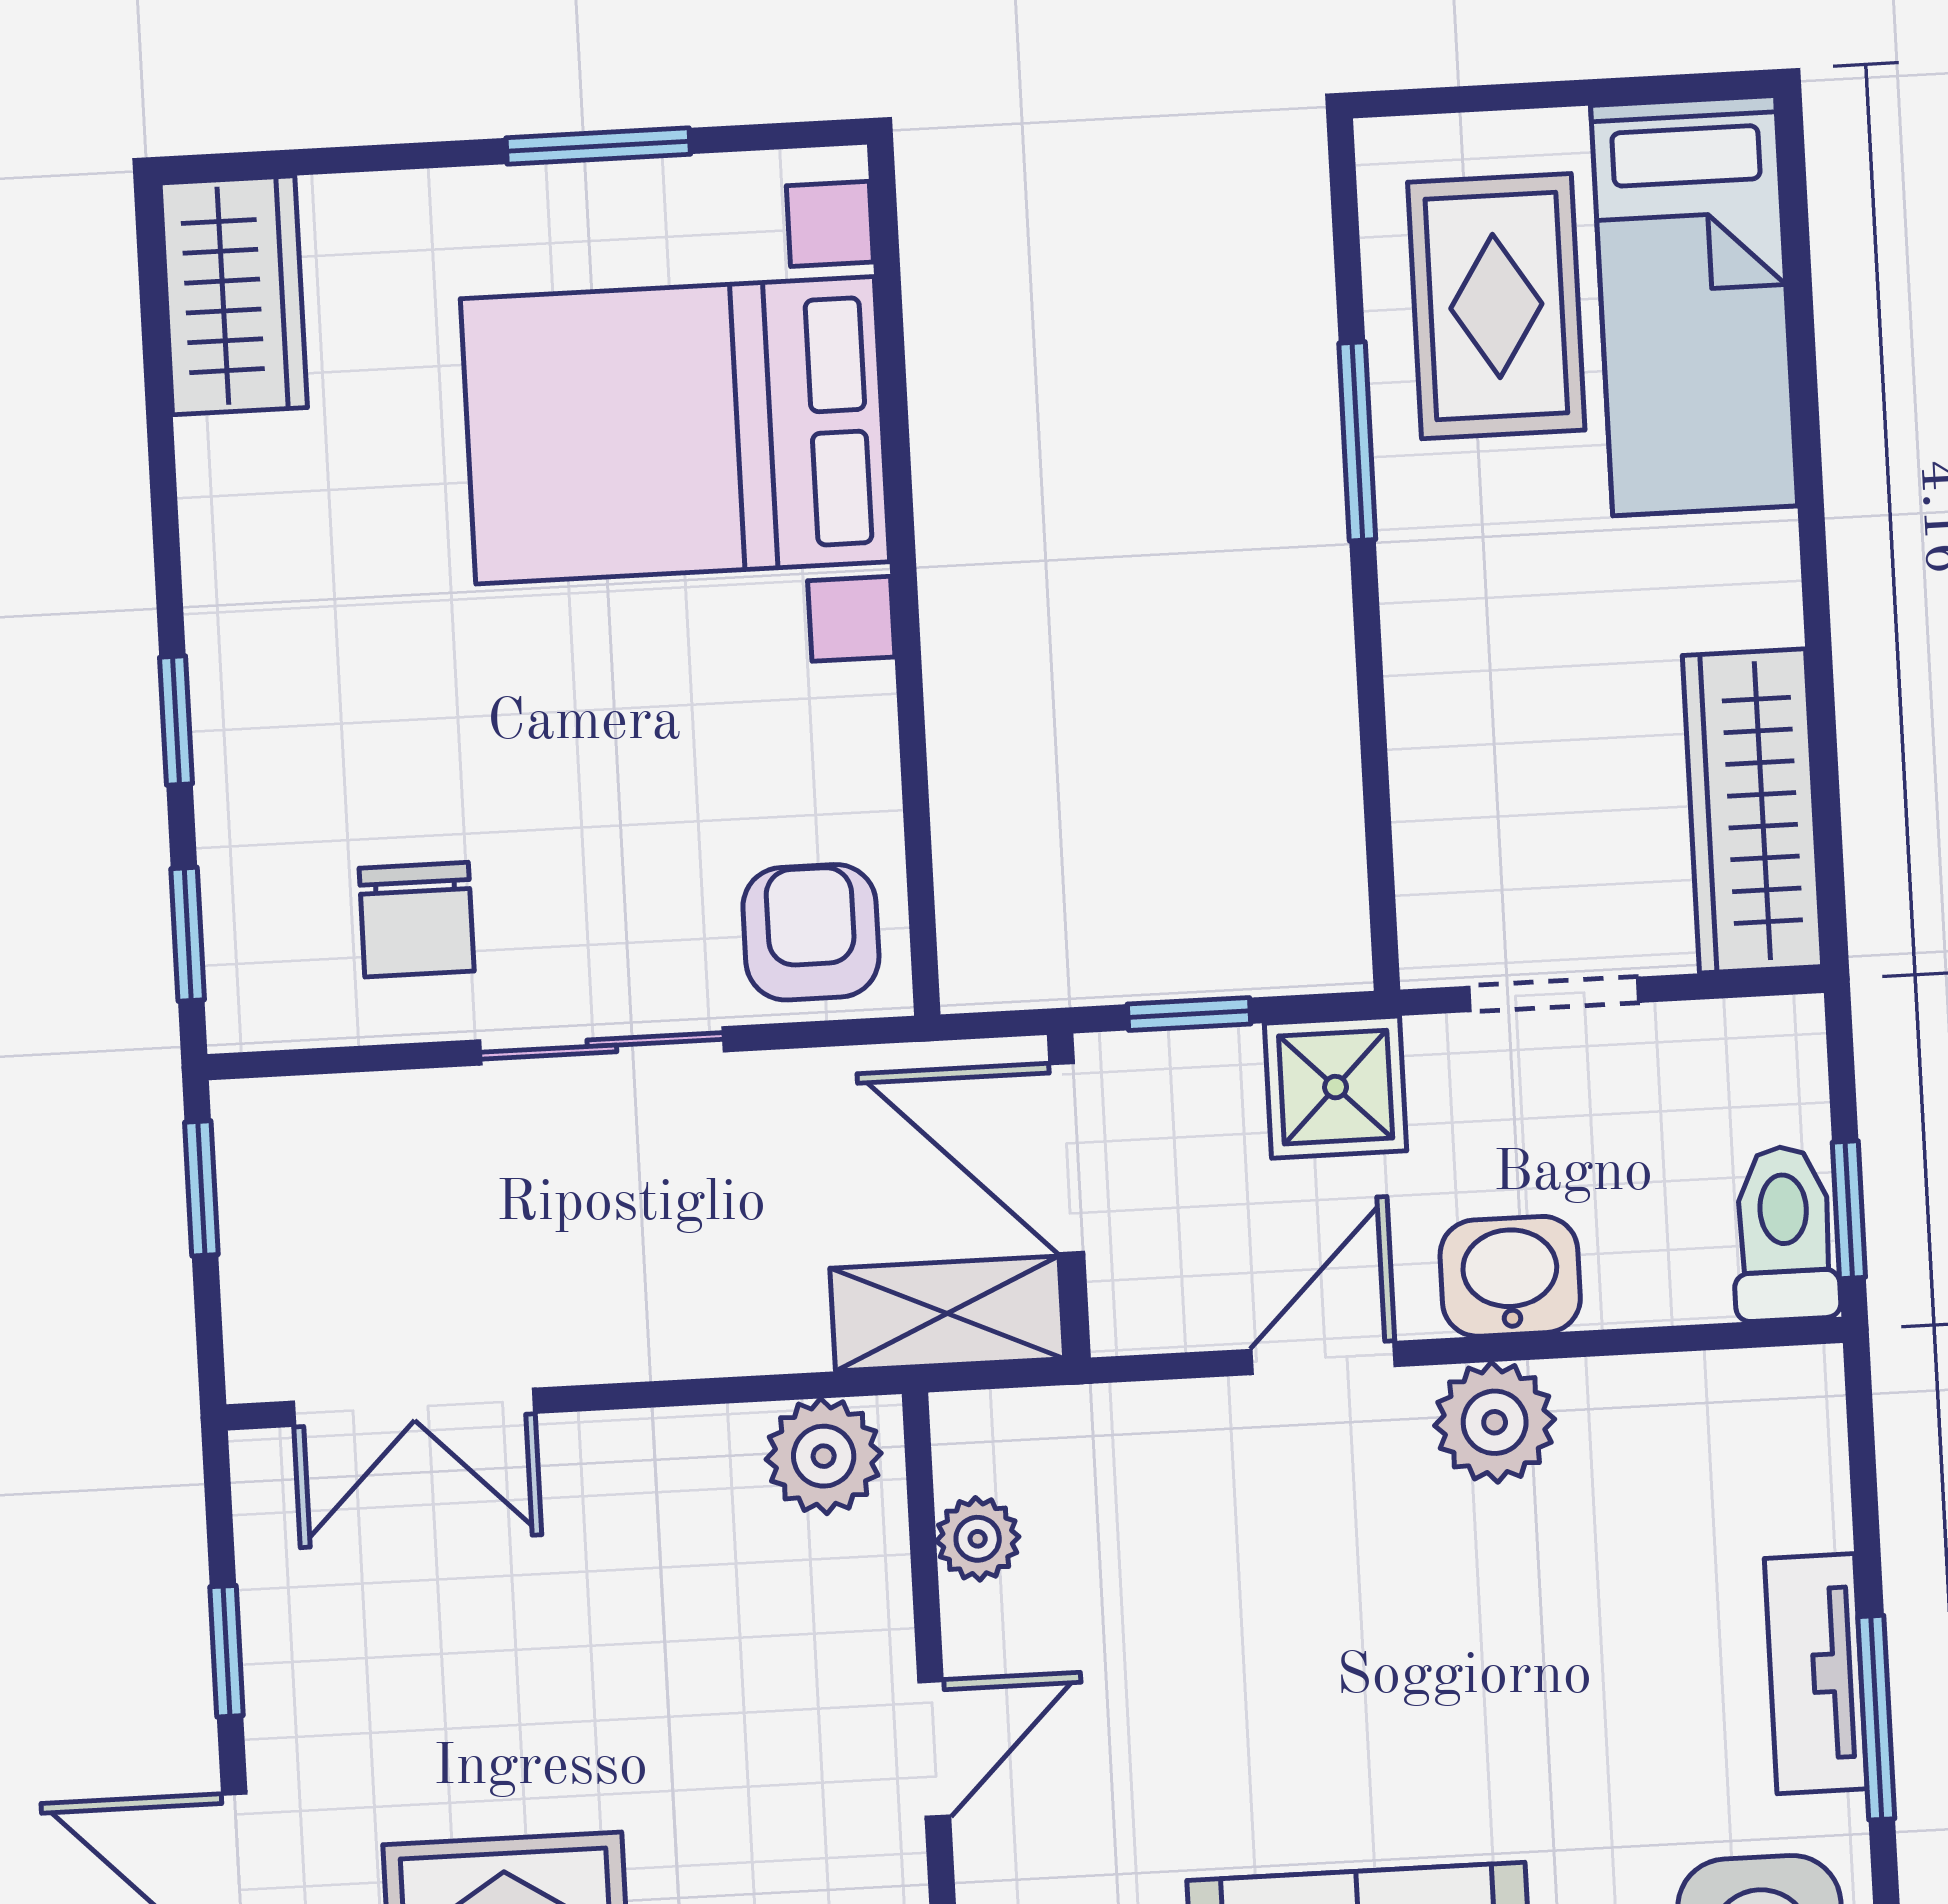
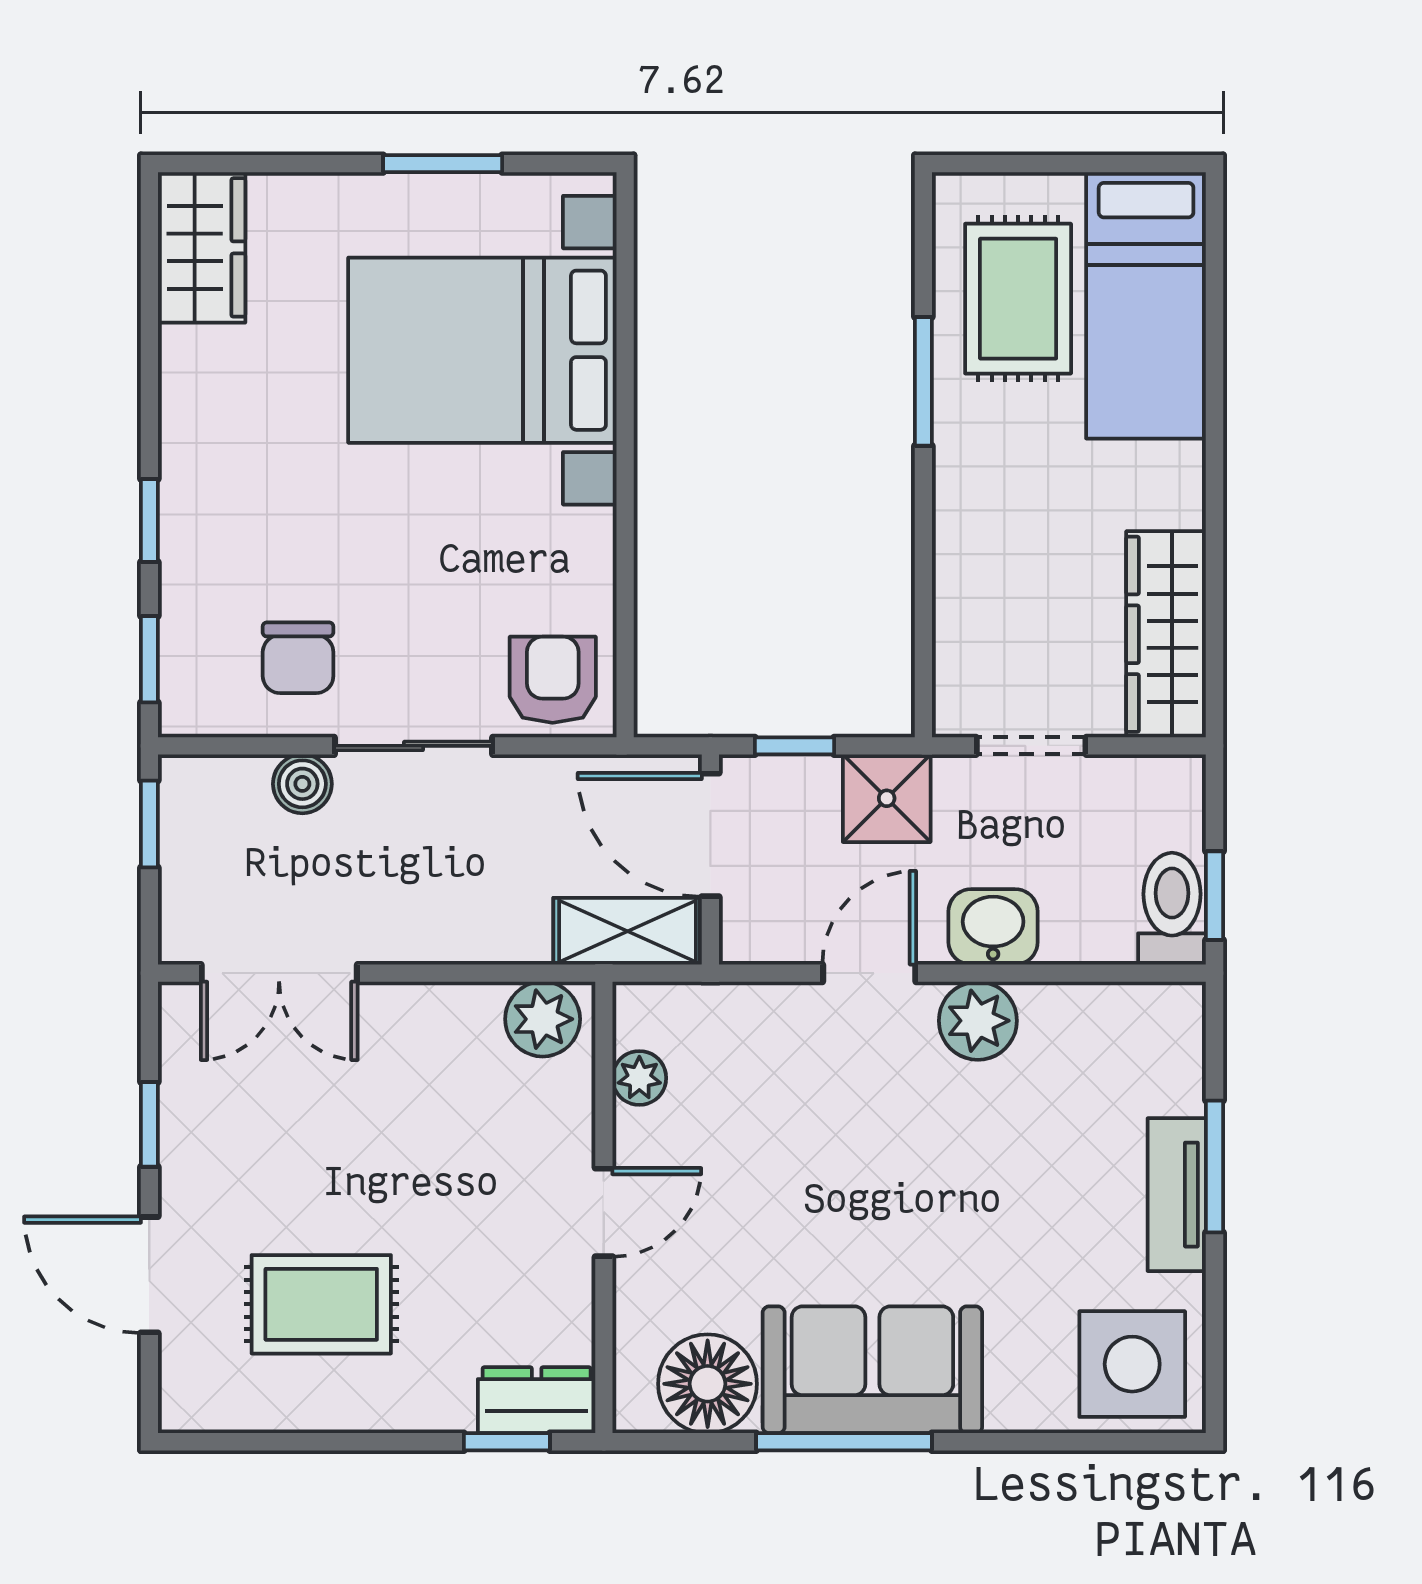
boiler: (434, 1114) -> (302, 784), added
window: (1876, 1718) -> (1214, 1167), moved

